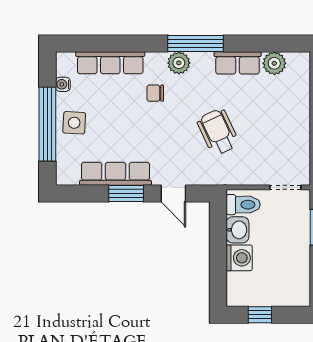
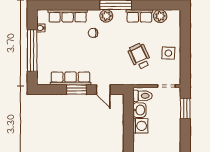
side table: (74, 123) -> (168, 53), moved
wheelchair: (218, 132) -> (139, 56), moved

